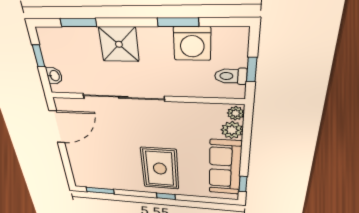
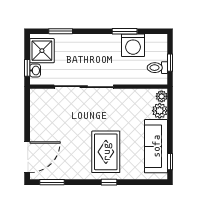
shower: (119, 44) -> (42, 51), moved
window: (39, 56) -> (27, 68), moved
door: (57, 127) -> (27, 157), moved

